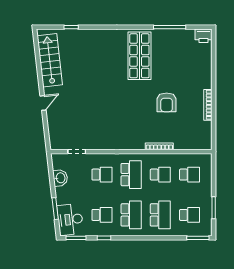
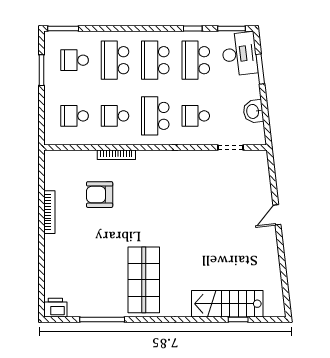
stairs: (50, 60) -> (227, 304), moved, turned 97
armchair: (167, 102) -> (100, 195), moved, turned -90
school desk: (102, 215) -> (196, 60), width x1.85

